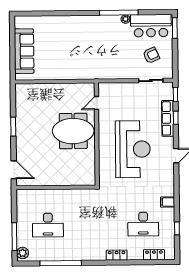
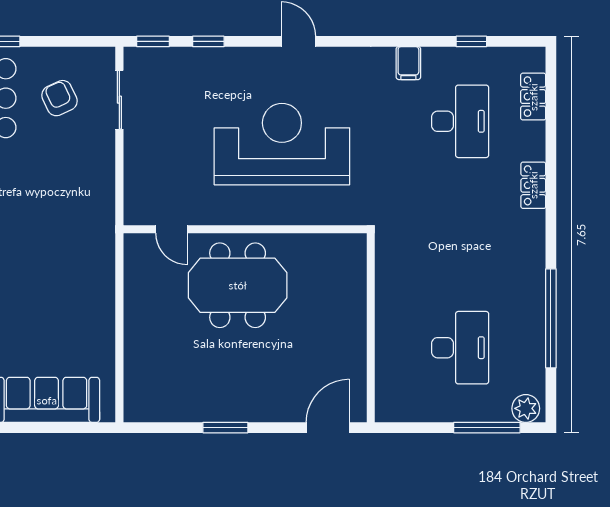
row of seats: (168, 118) -> (210, 60), removed
meeting table: (73, 131) -> (238, 285), turned 90

